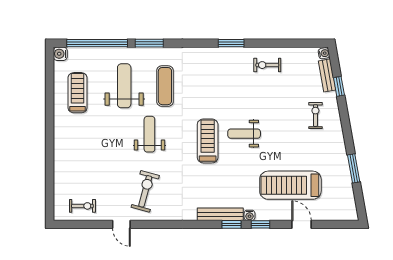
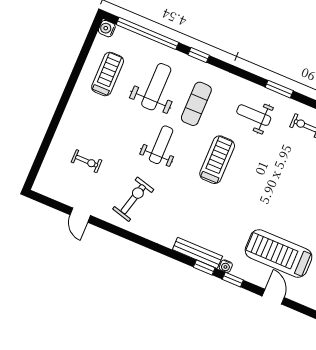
window: (149, 43) -> (199, 55), width x0.67
weight bench: (244, 134) -> (254, 115), moved
treadmill: (208, 141) -> (217, 160), moved
exercise bike: (82, 206) -> (87, 161), moved
door: (121, 224) -> (80, 215), moved

